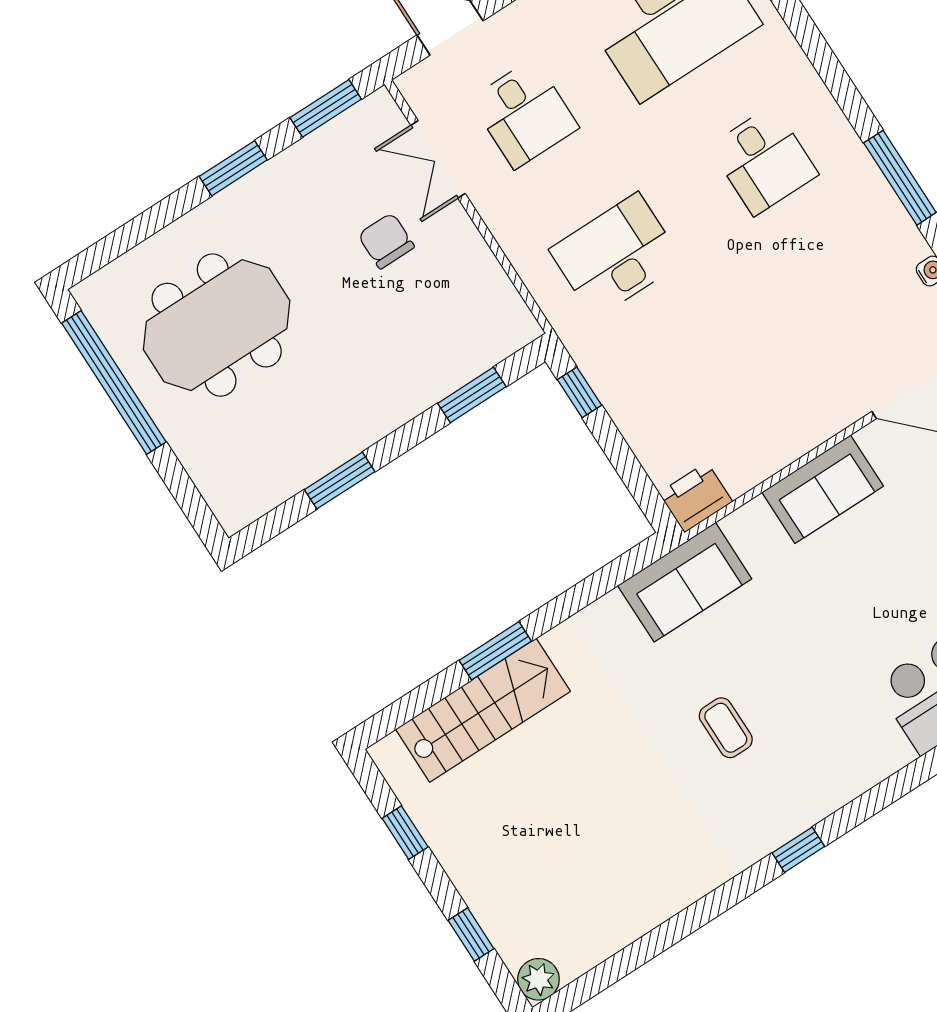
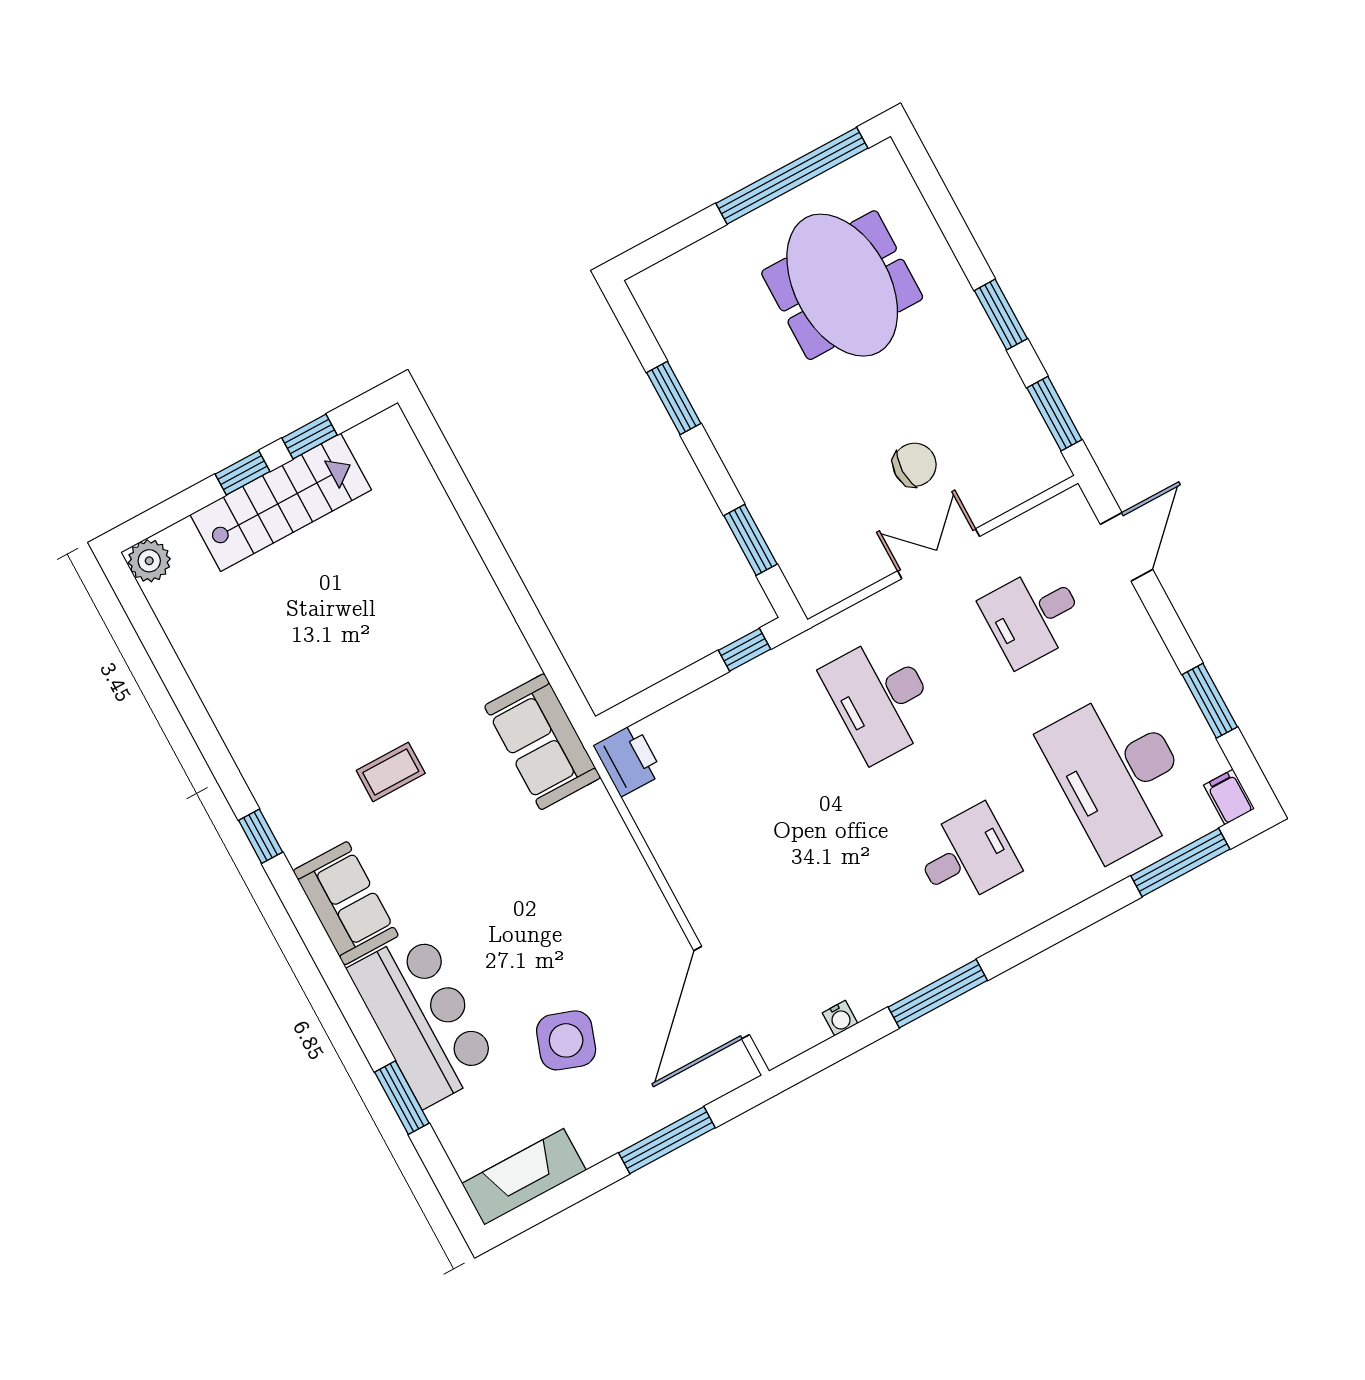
double door: (438, 159) -> (939, 554), moved
desk: (764, 160) -> (966, 856), turned 180
desk: (616, 256) -> (881, 698), turned 180
sofa: (823, 489) -> (346, 903), moved, turned 180
window: (495, 651) -> (488, 543), removed
stairs: (483, 710) -> (281, 502), moved, turned -90
window: (471, 935) -> (242, 473), moved

